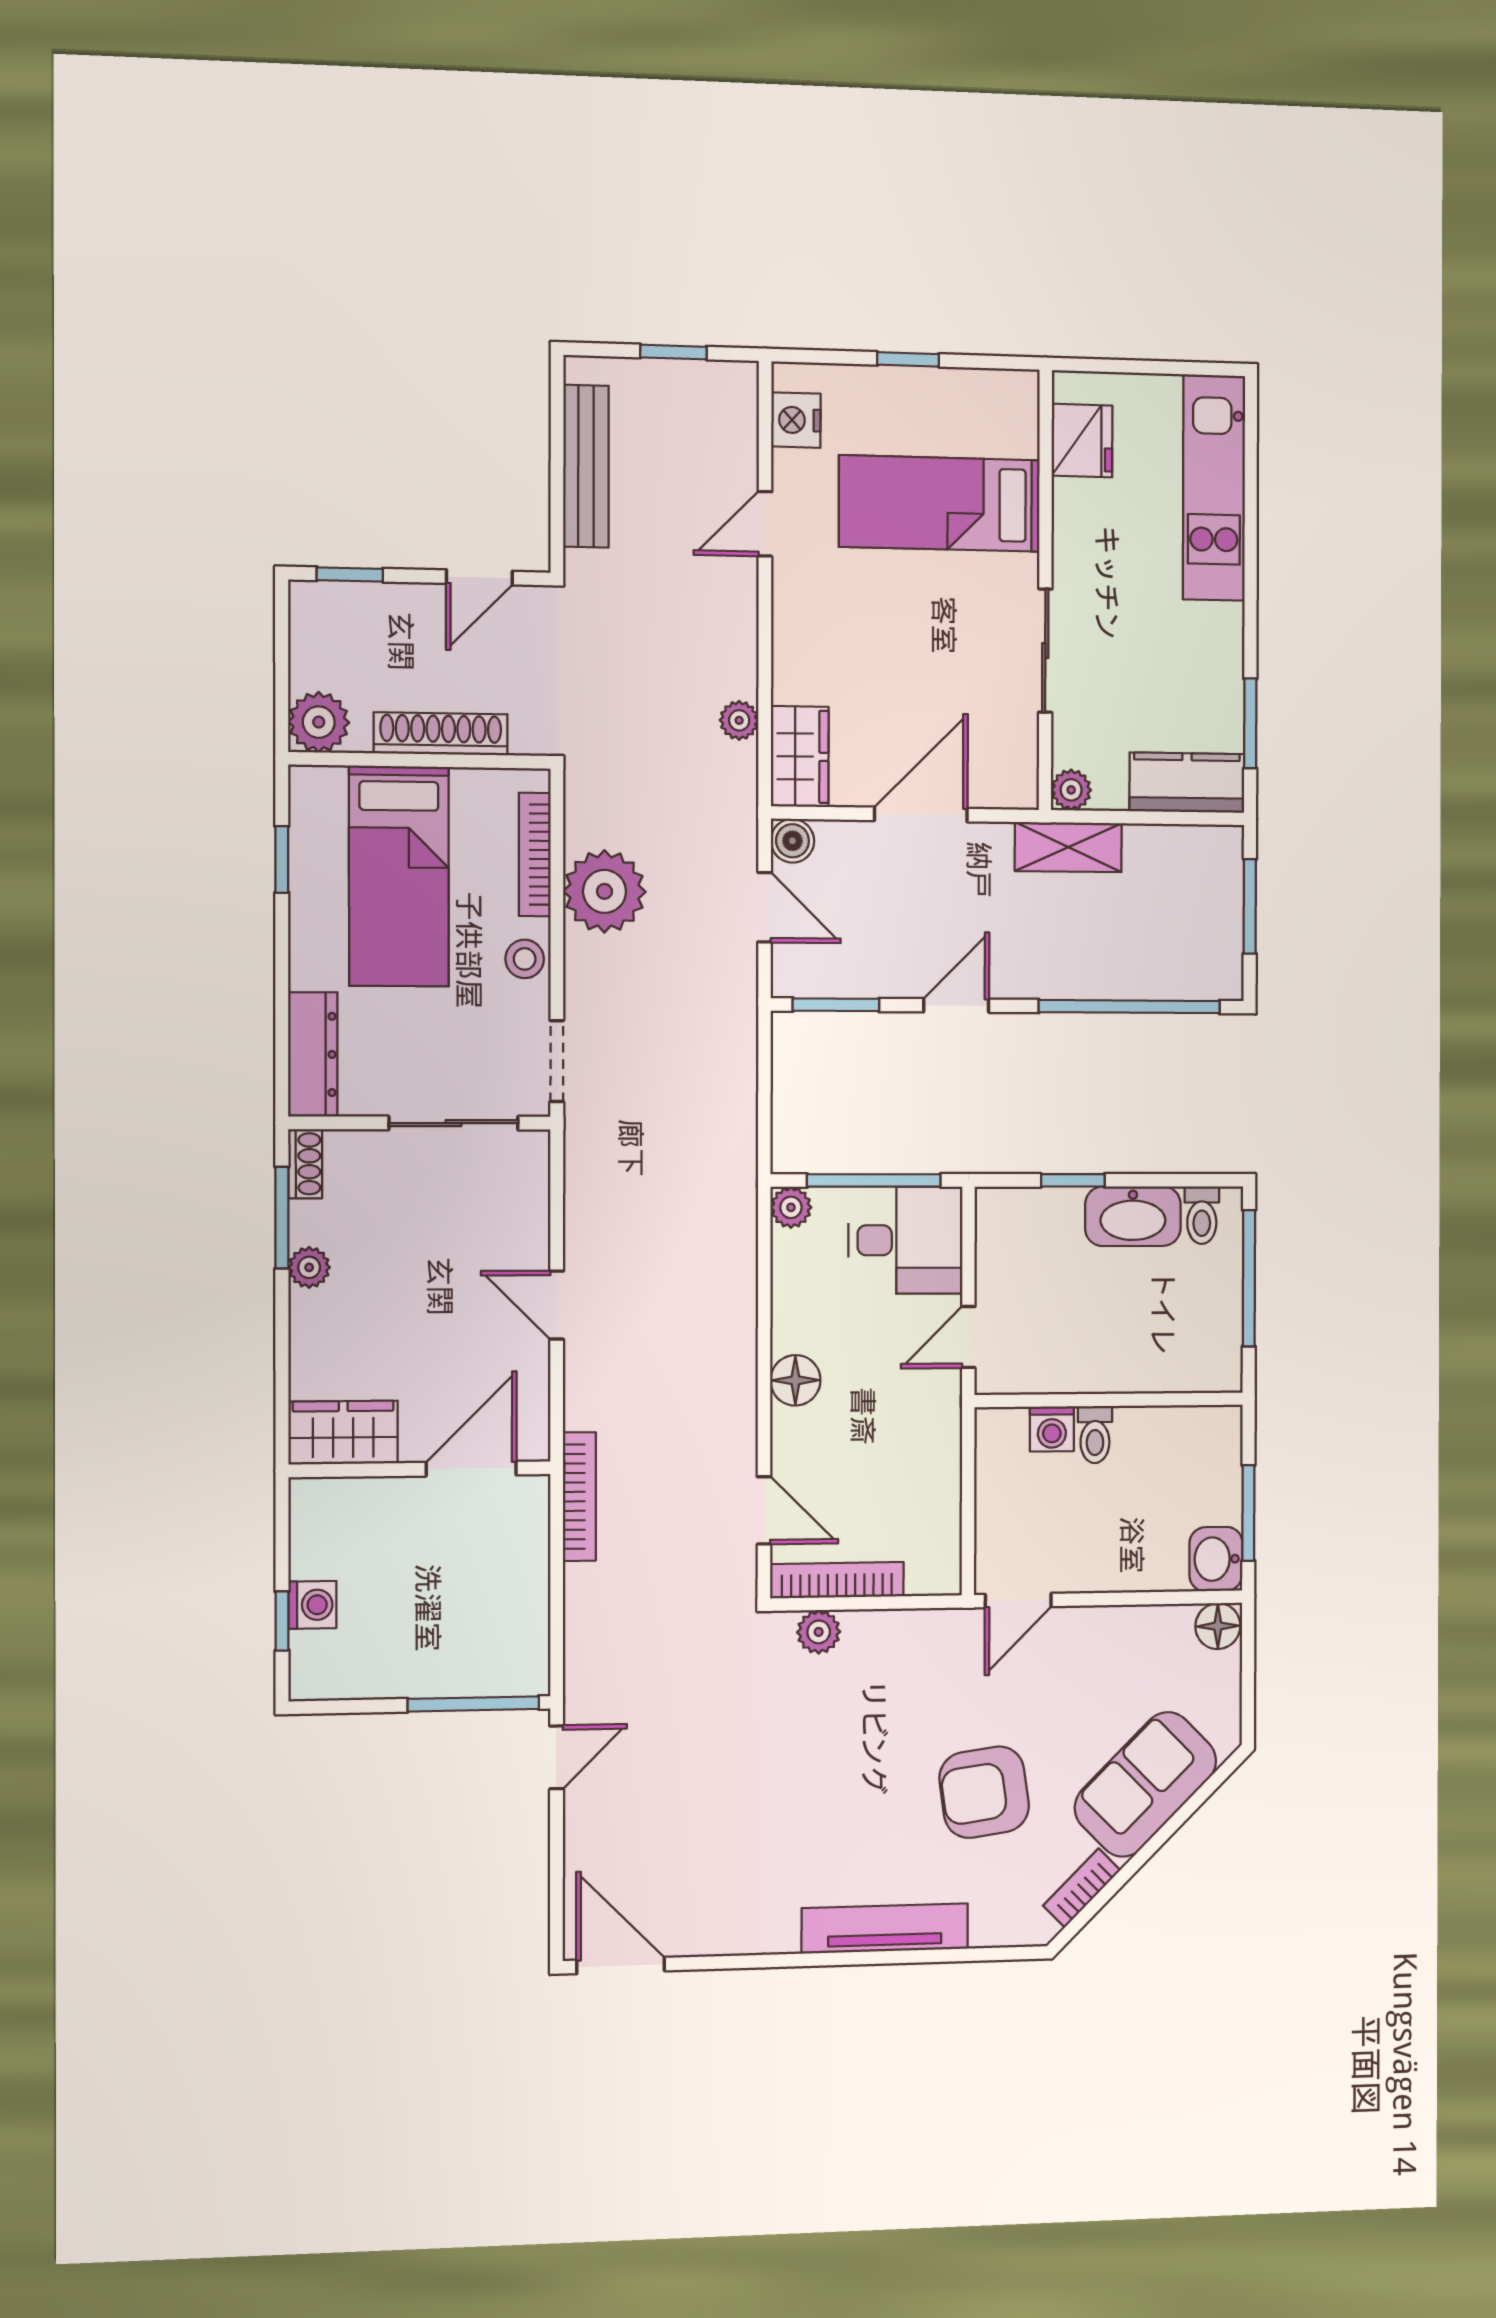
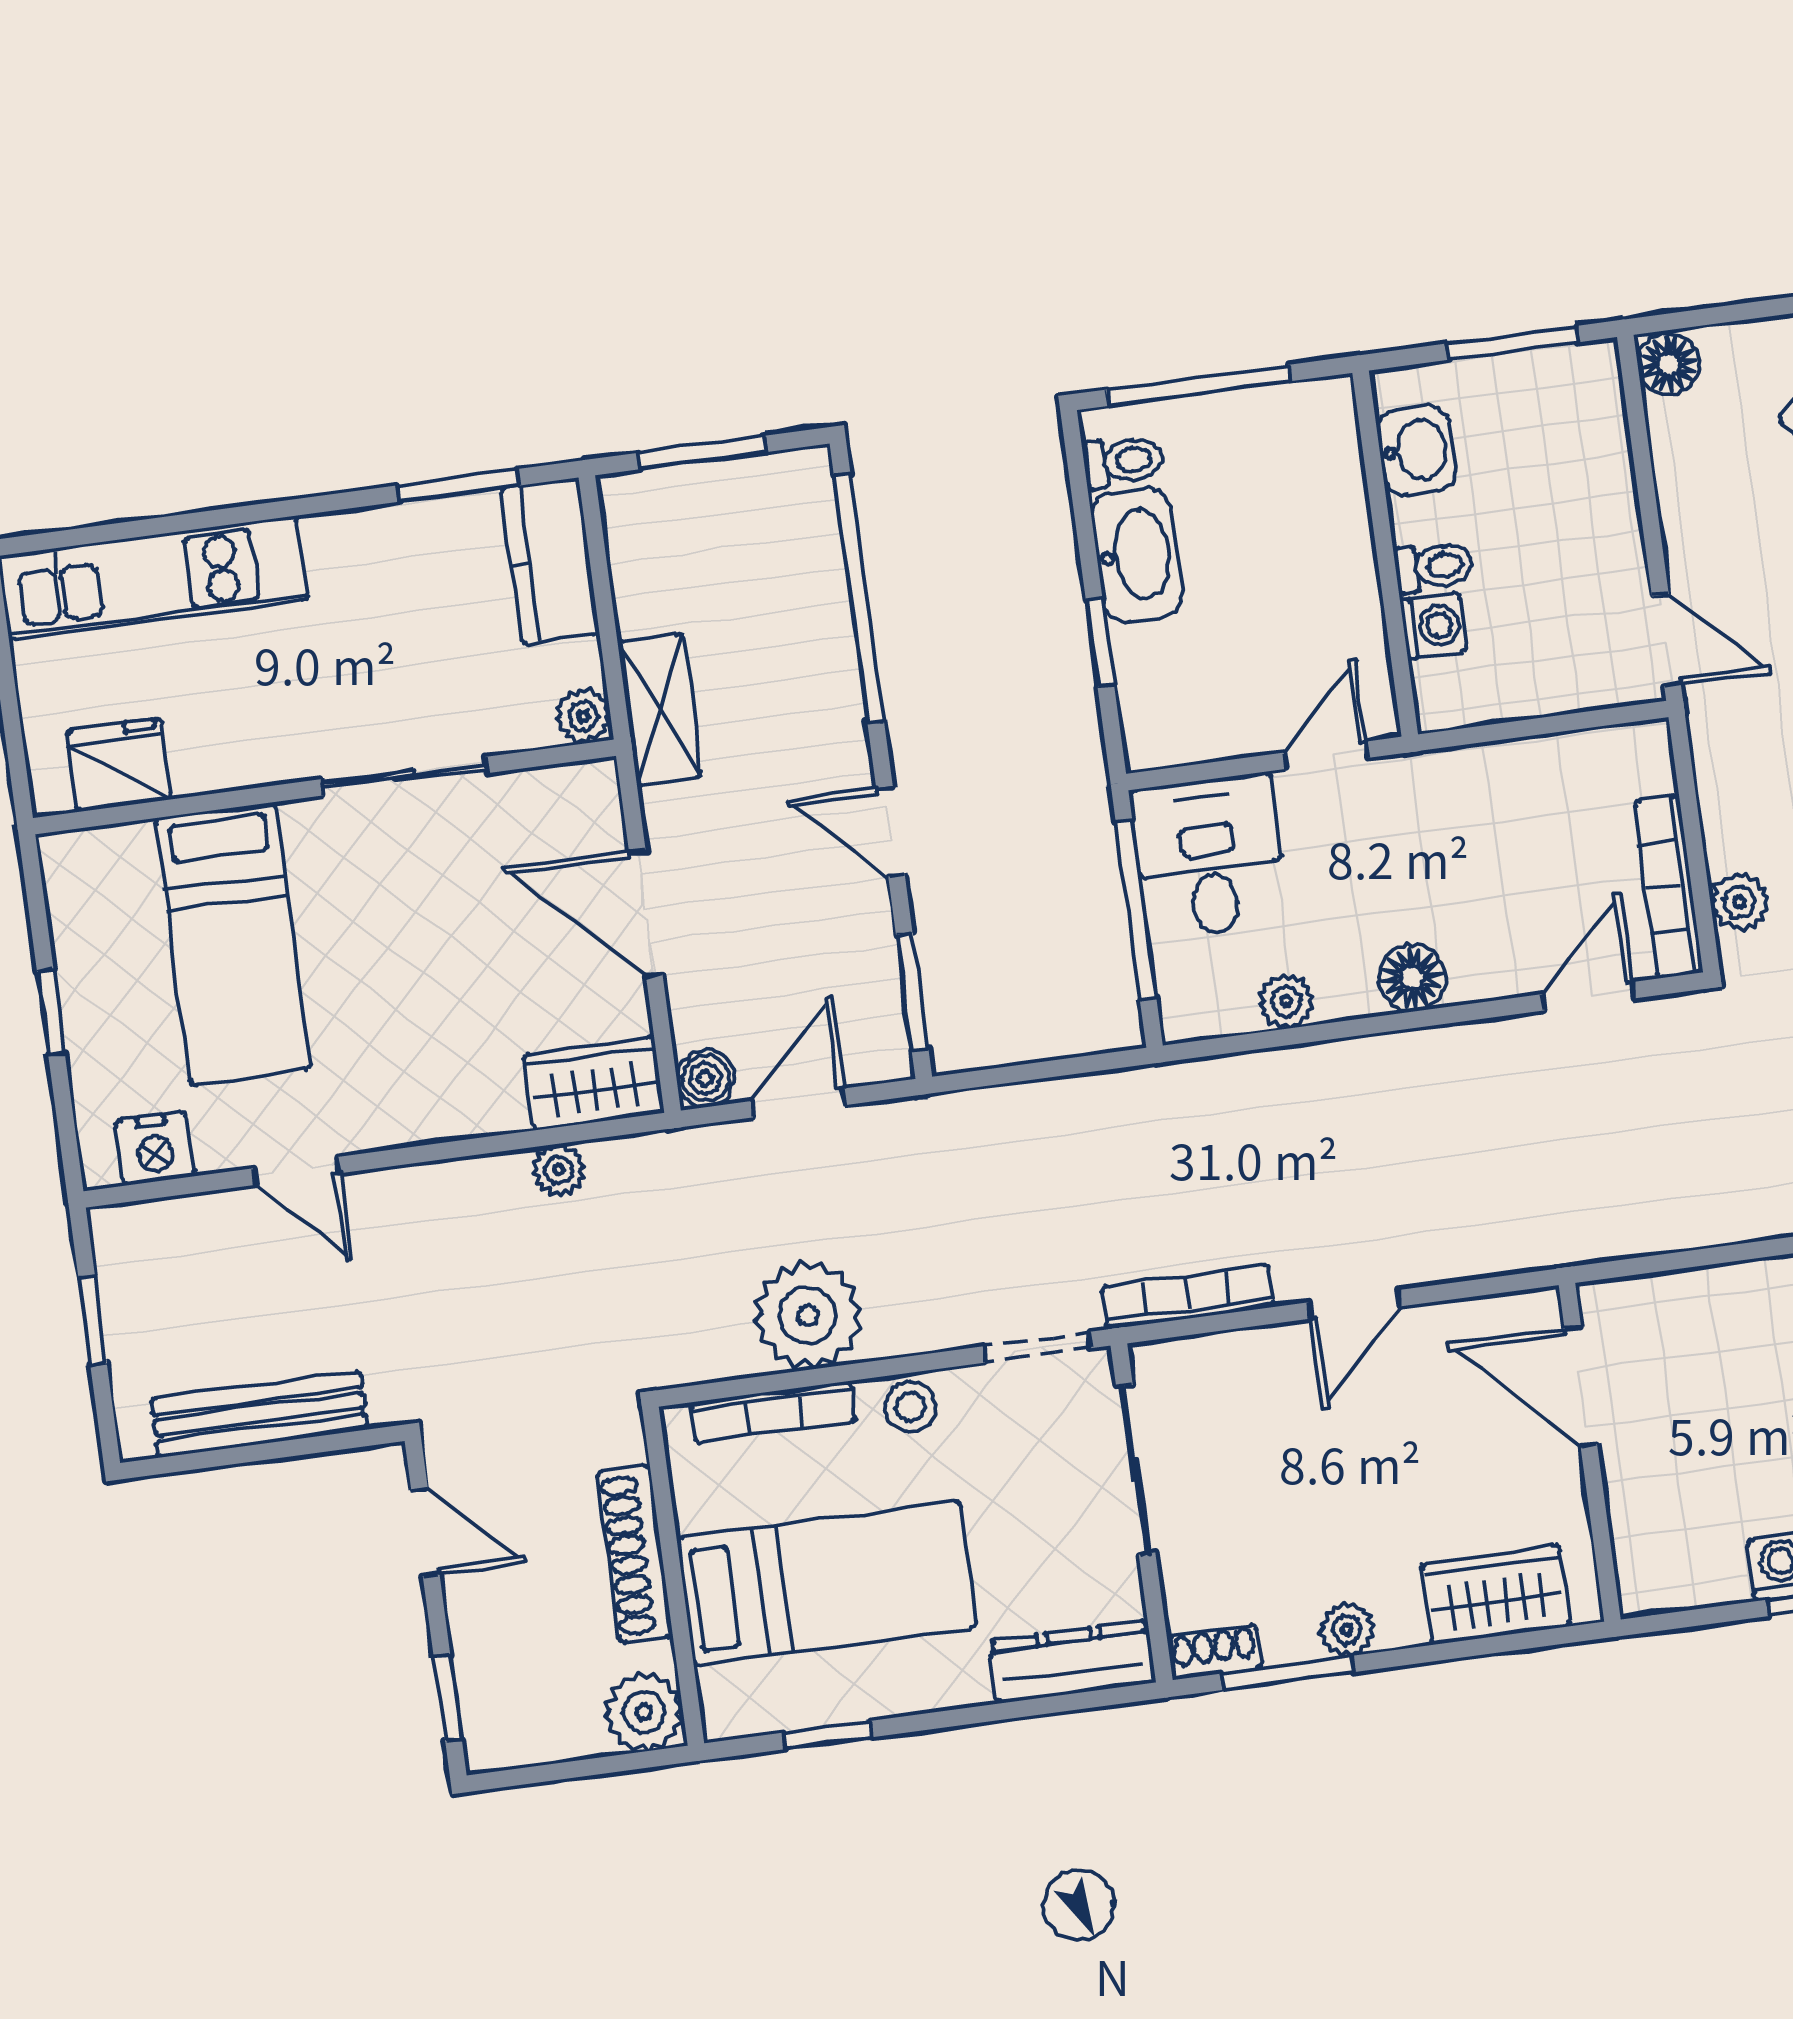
plant: (791, 1207) -> (1286, 1001), moved
door: (968, 1337) -> (1326, 755), swing flipped
wardrobe: (343, 1433) -> (1496, 1595), moved, turned 90
bookcase: (579, 1497) -> (1187, 1297), moved
washbasin: (1216, 1559) -> (1416, 450), moved, turned -90

